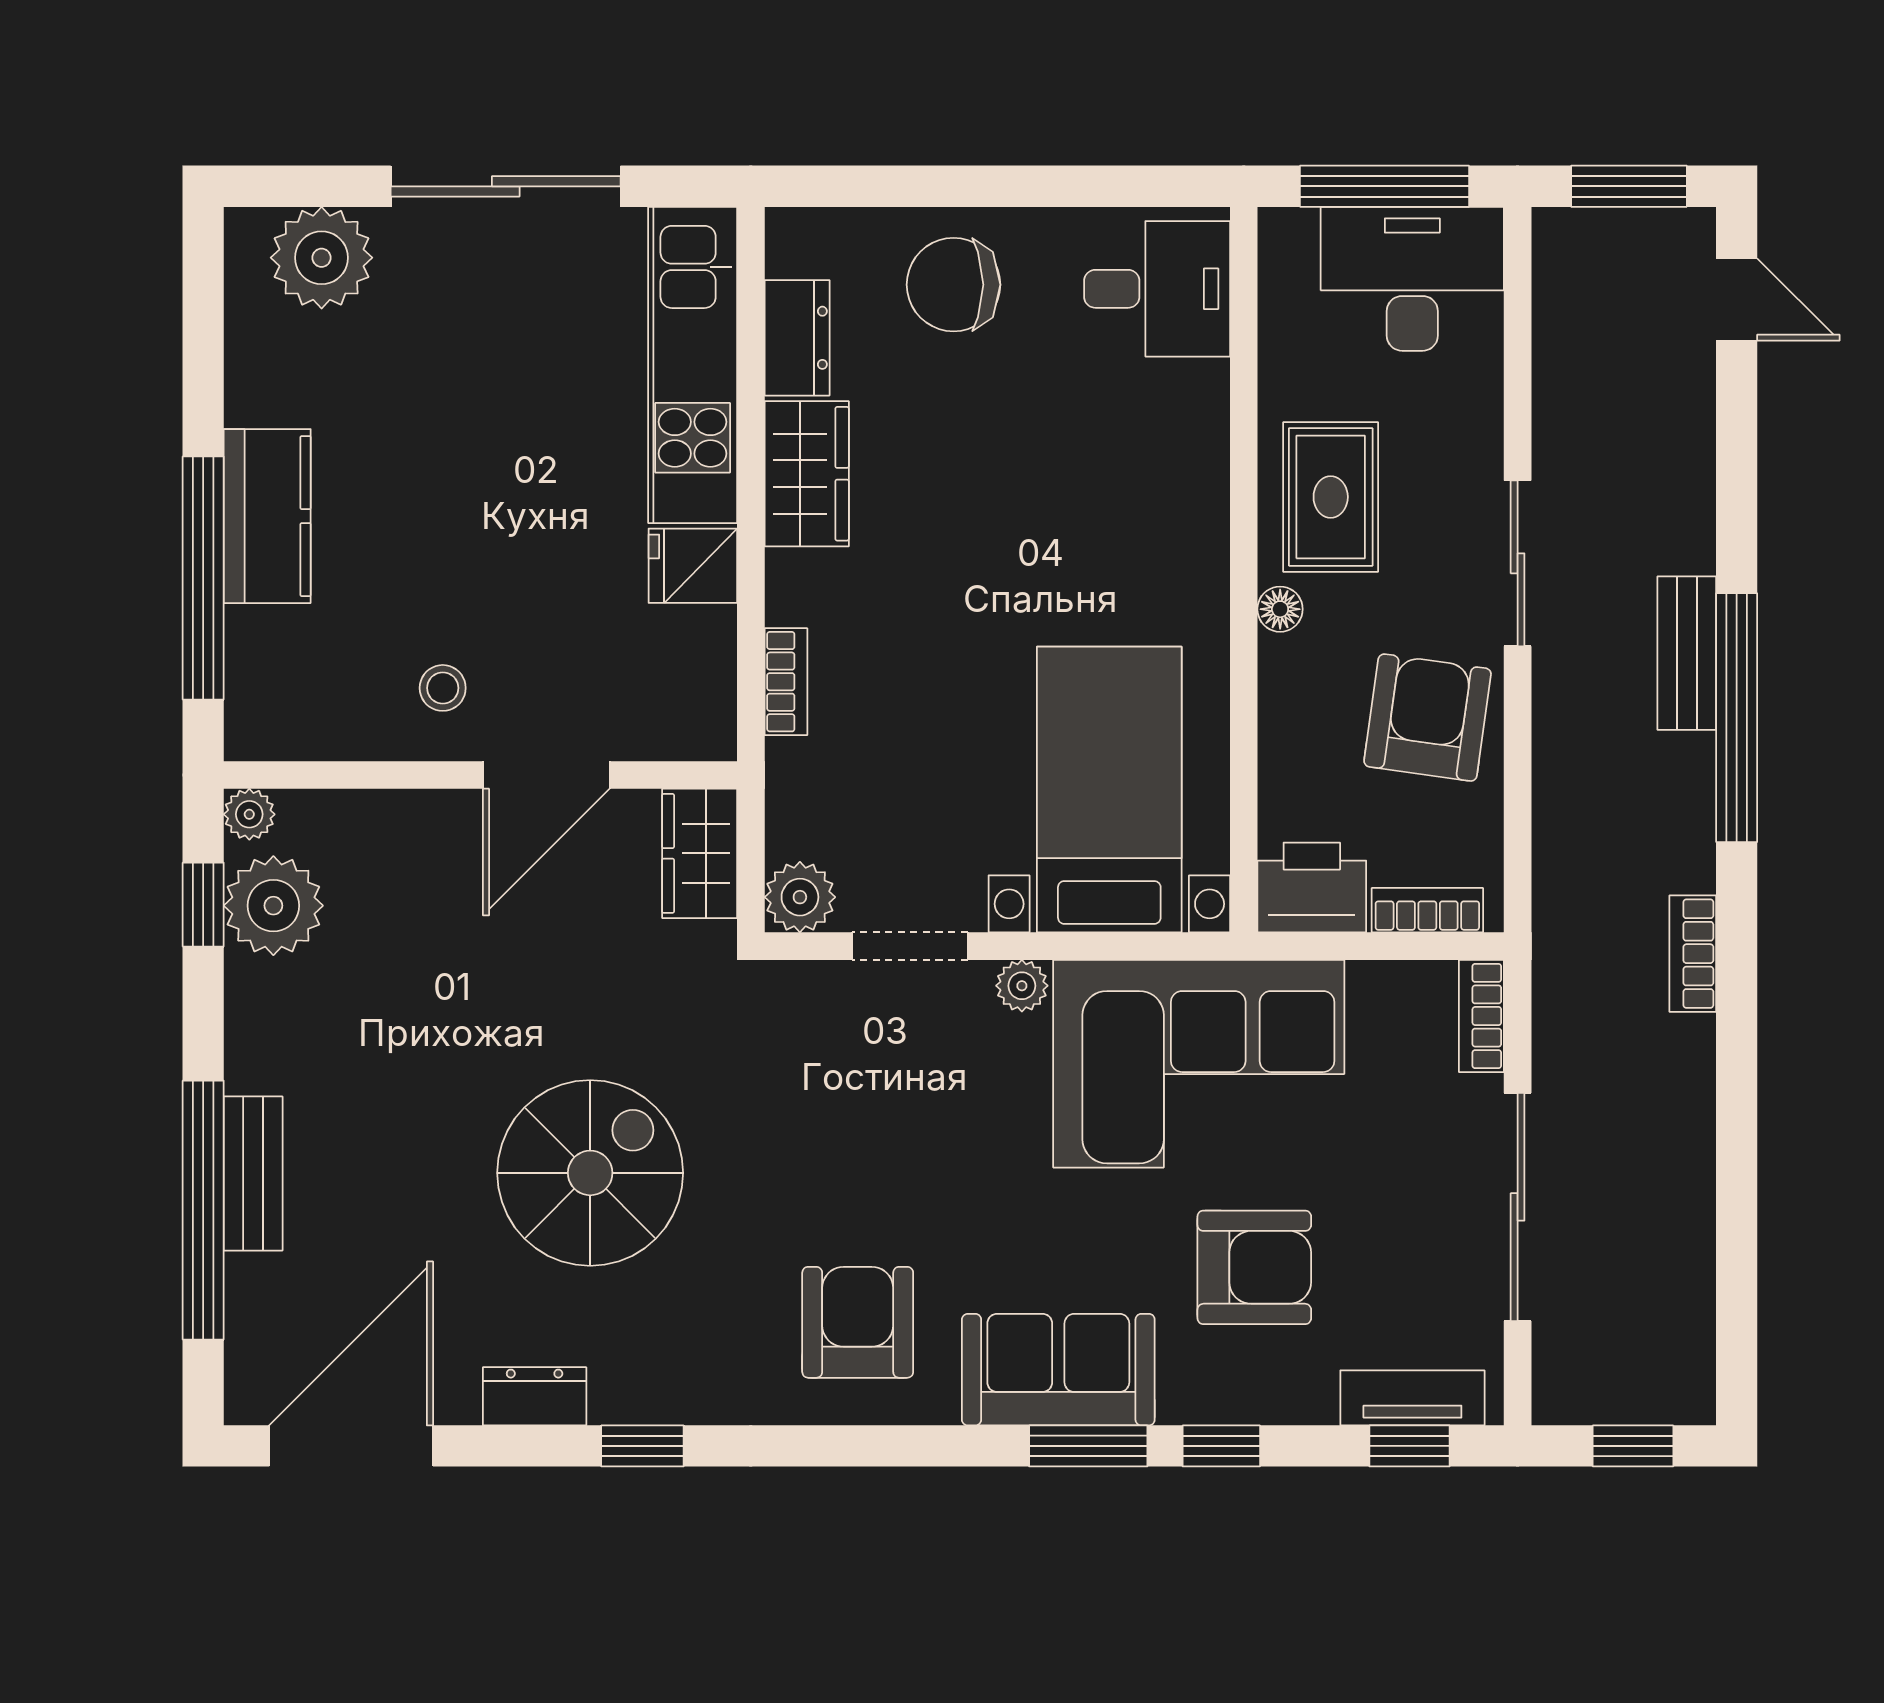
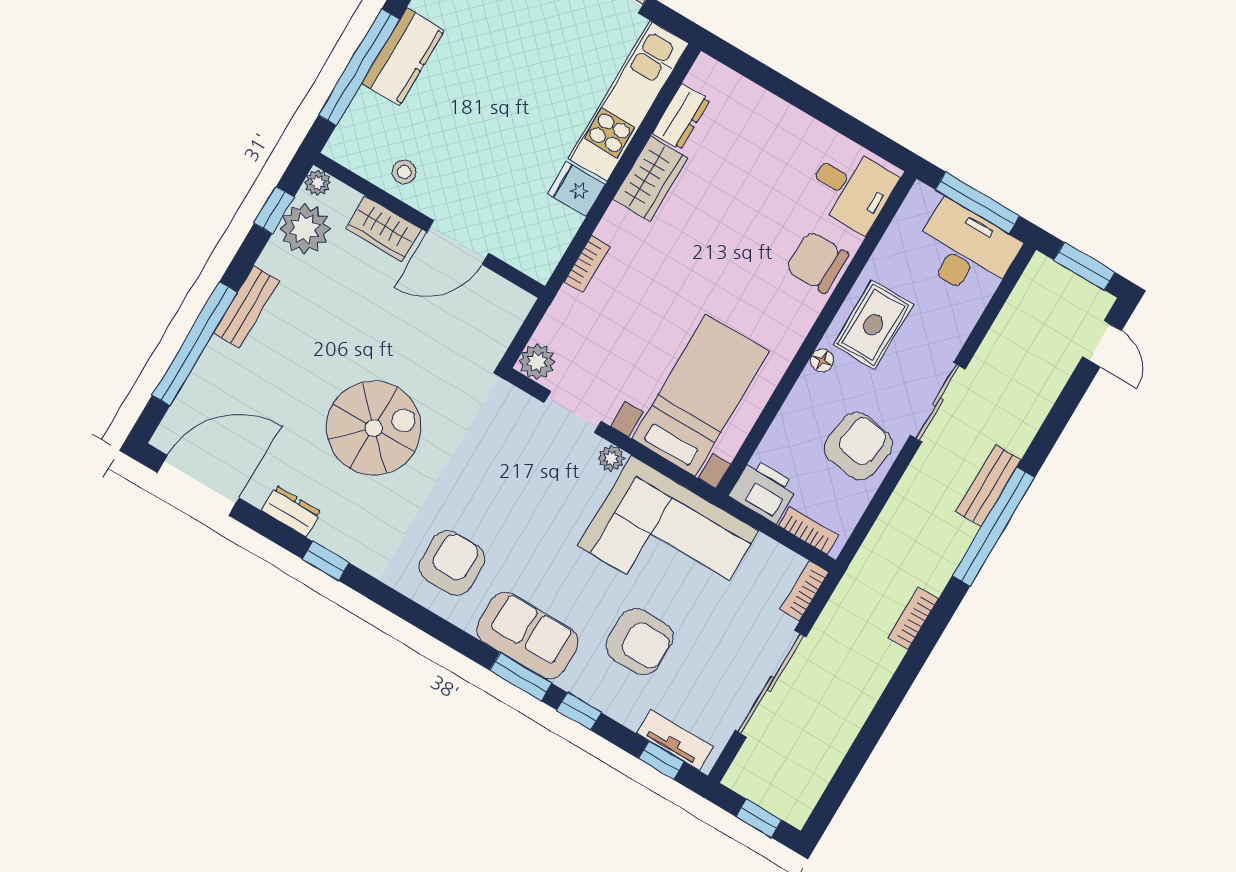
chair: (954, 285) -> (817, 262), moved
stool: (443, 688) -> (404, 172), moved
wardrobe: (700, 853) -> (384, 229), moved, turned -90
bench: (253, 1174) -> (246, 307), moved

